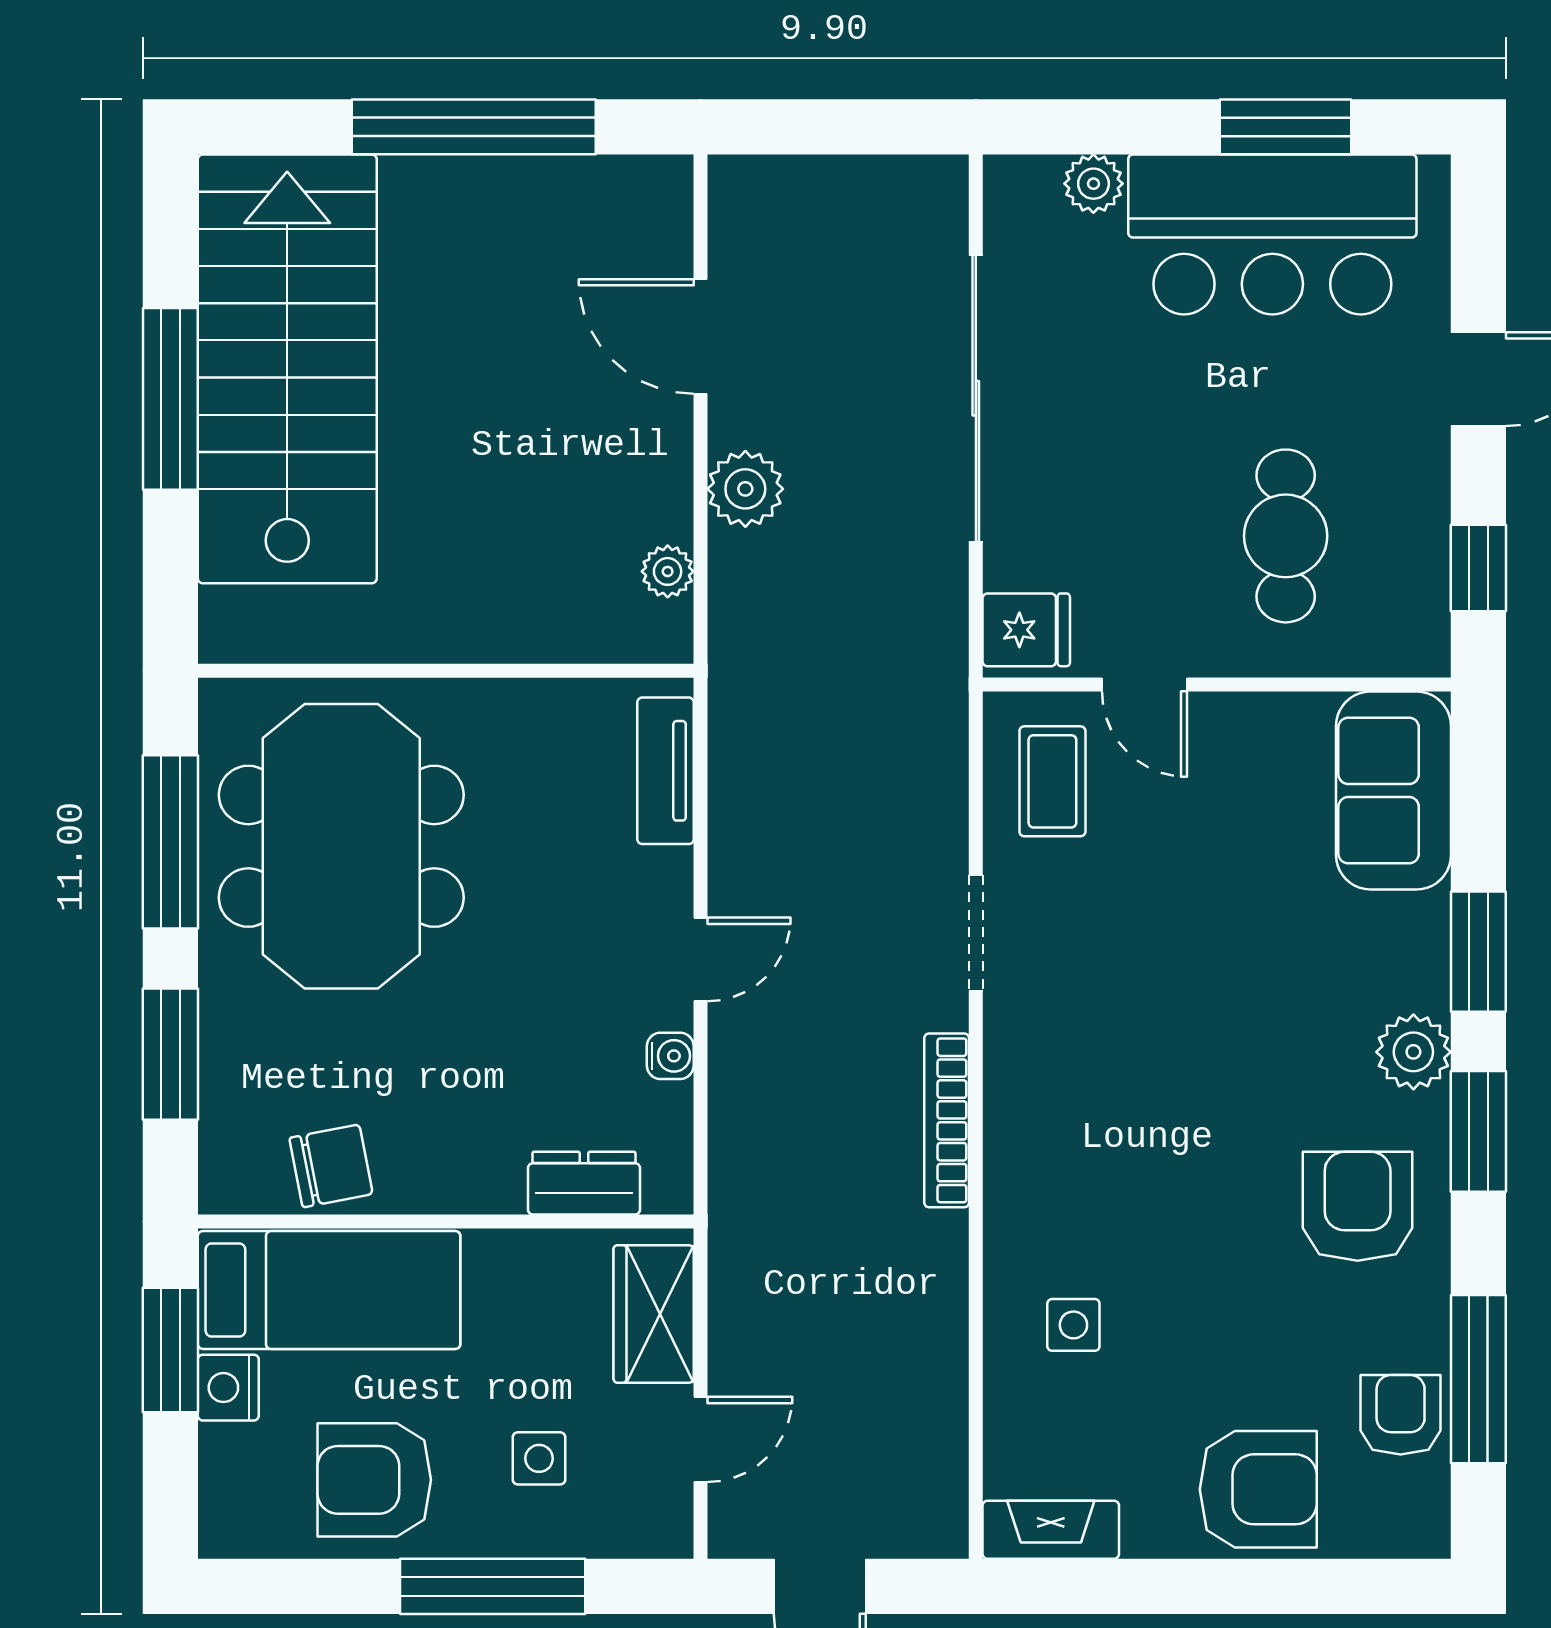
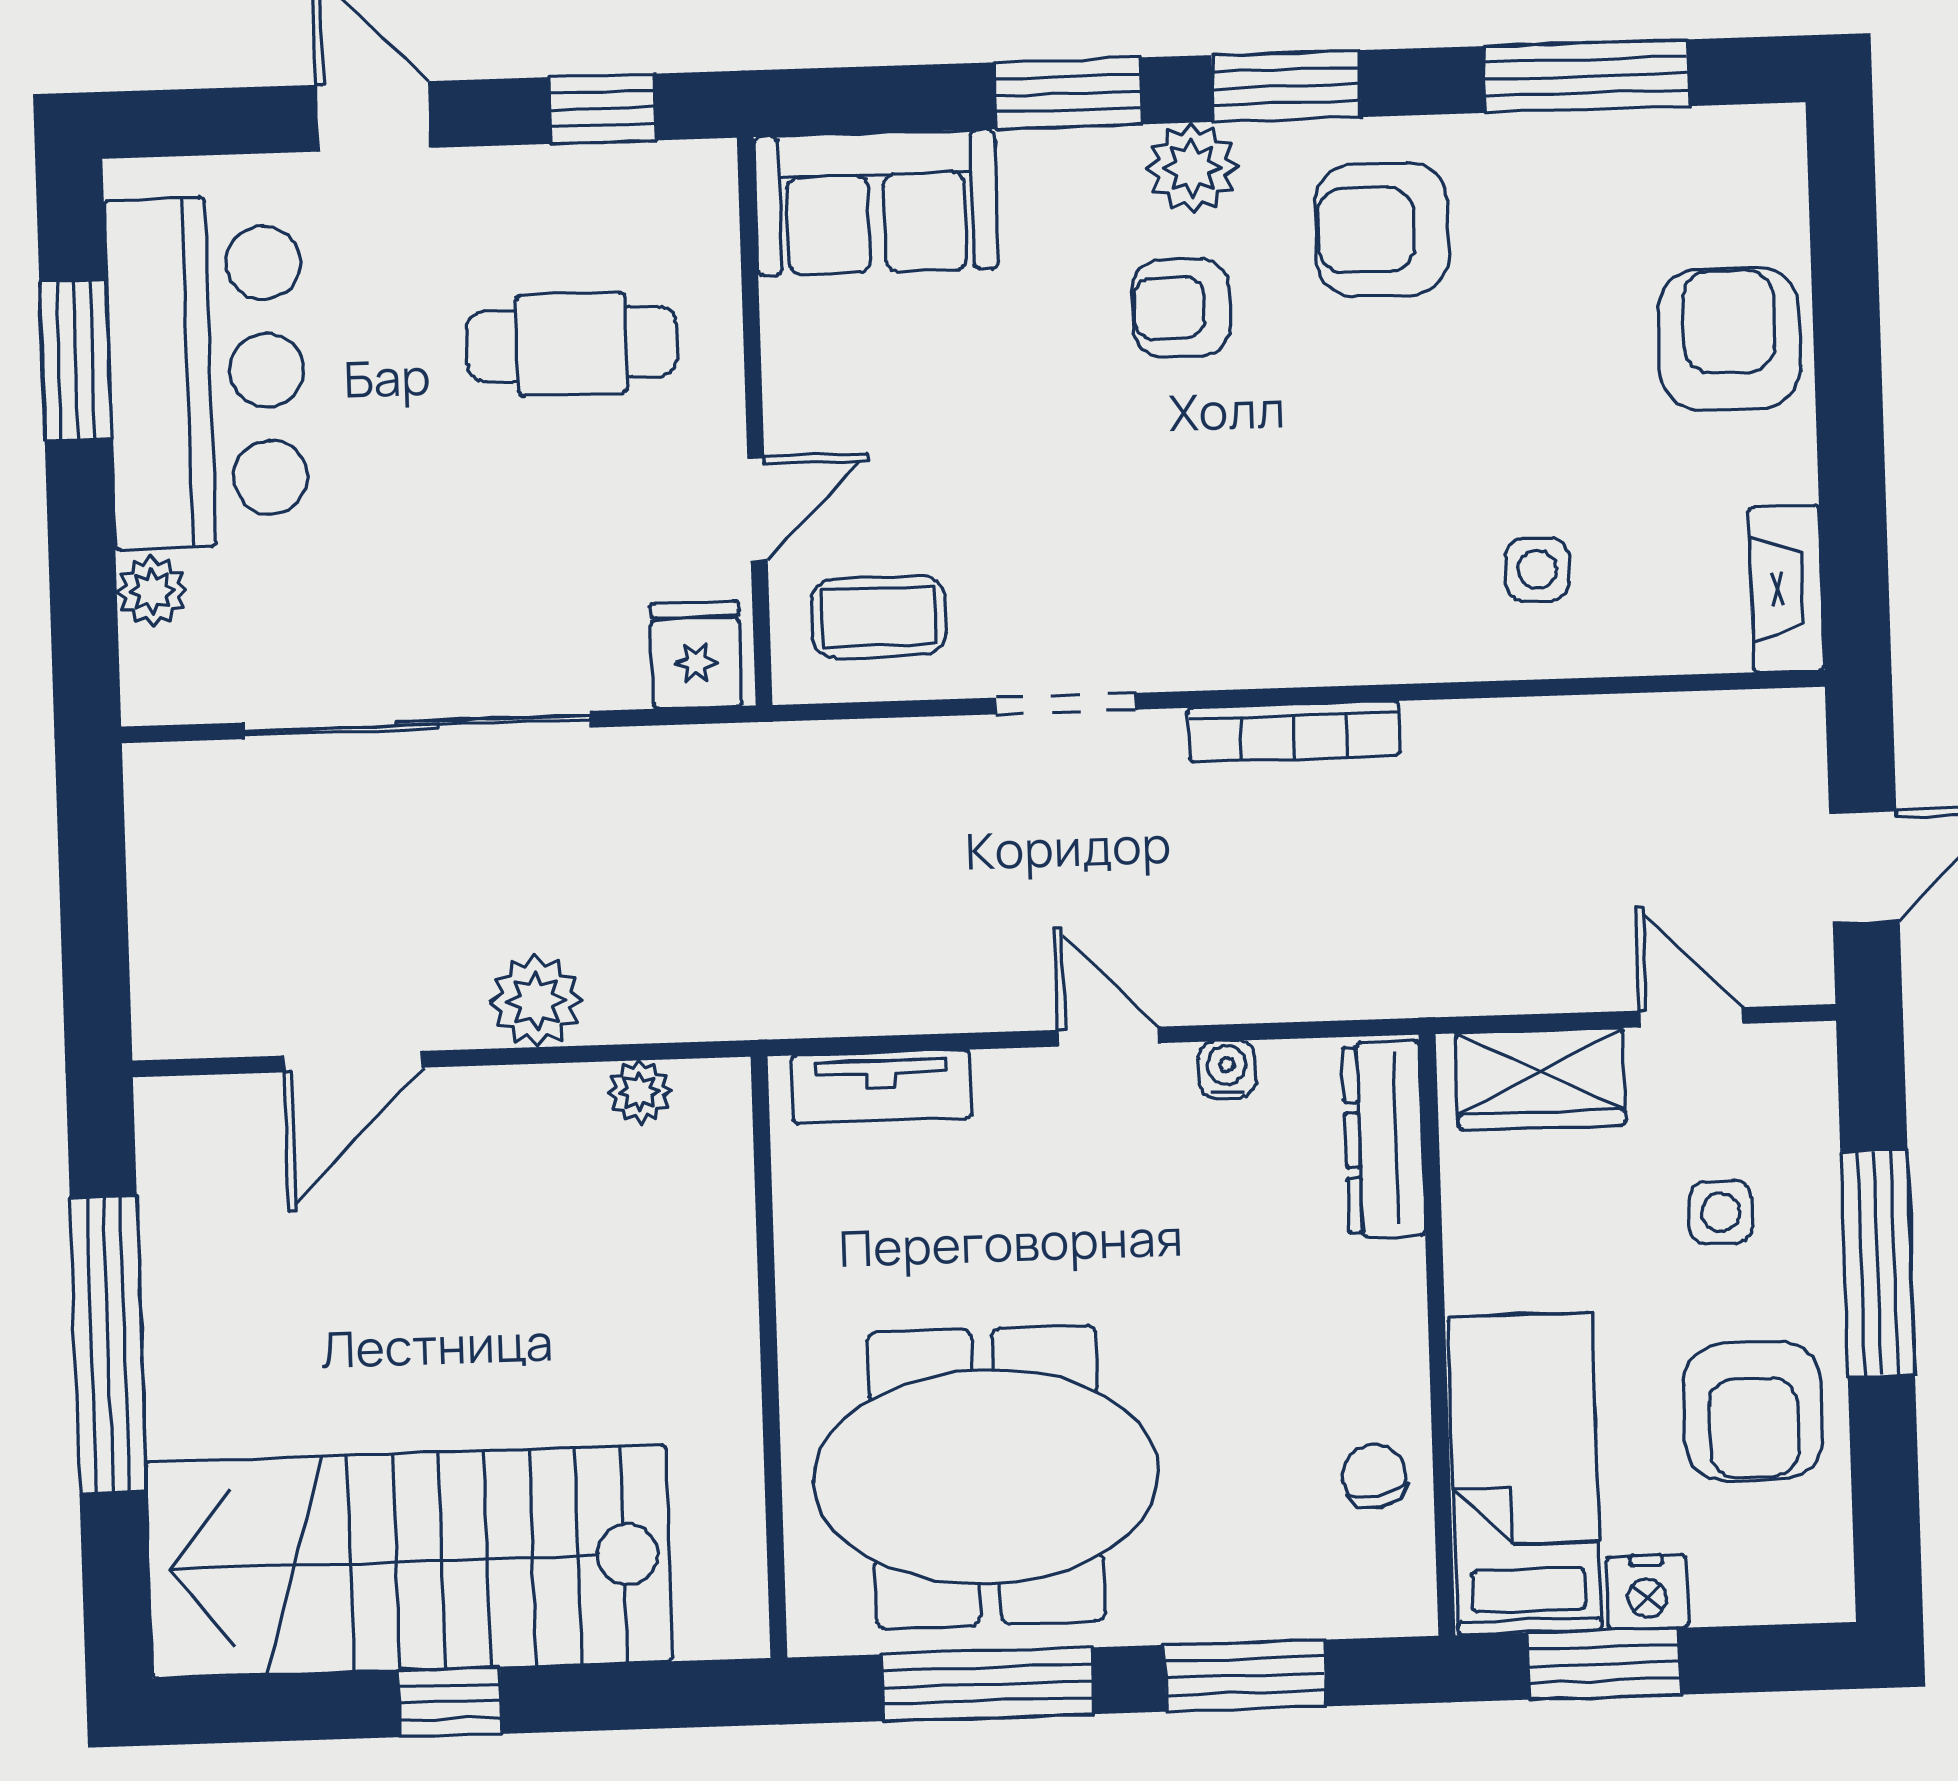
window: (170, 399) -> (450, 1702), width x0.46
chair: (331, 1166) -> (1374, 1476), width x0.73, depth x0.73
dresser: (584, 1183) -> (1384, 1139), width x1.44
armchair: (1401, 1415) -> (1181, 308), moved

